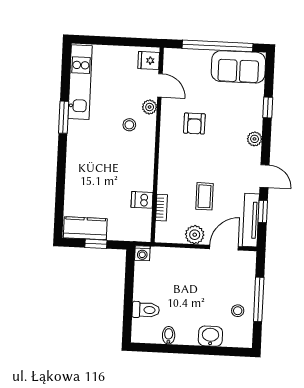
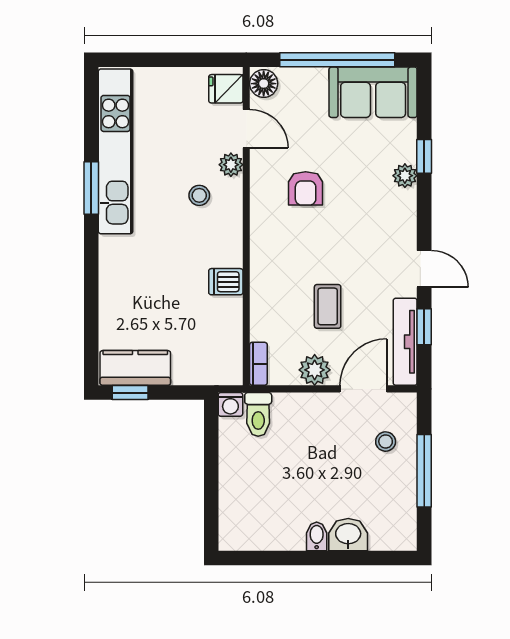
floor lamp: (172, 58) -> (264, 84), added
kitchen unit: (80, 82) -> (116, 151), width x1.36
plant: (255, 139) -> (405, 176), moved
dishwasher: (142, 200) -> (226, 282), moved
bookcase: (162, 208) -> (258, 364), moved
window: (96, 244) -> (130, 393), moved
toilet: (146, 310) -> (258, 414), moved, turned 90
stool: (238, 311) -> (386, 442), moved
bidet: (169, 335) -> (317, 536), moved

